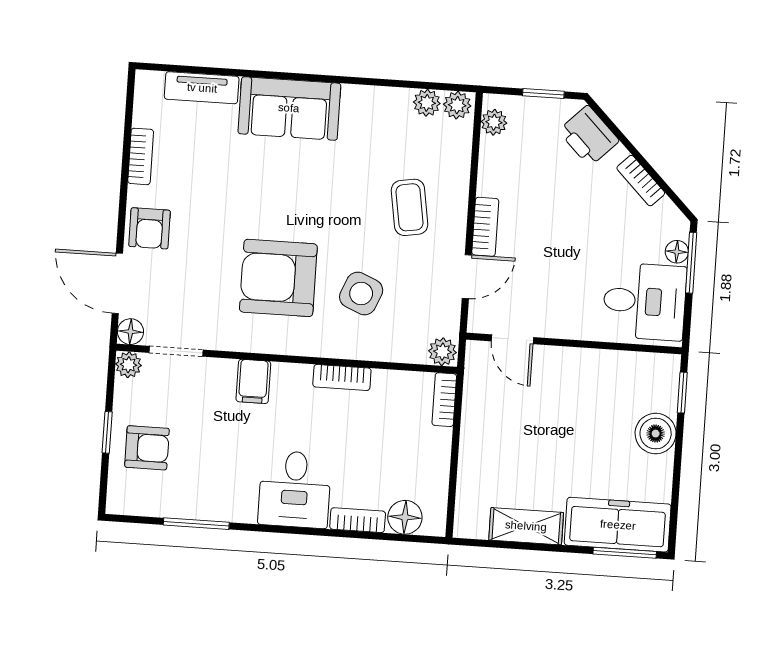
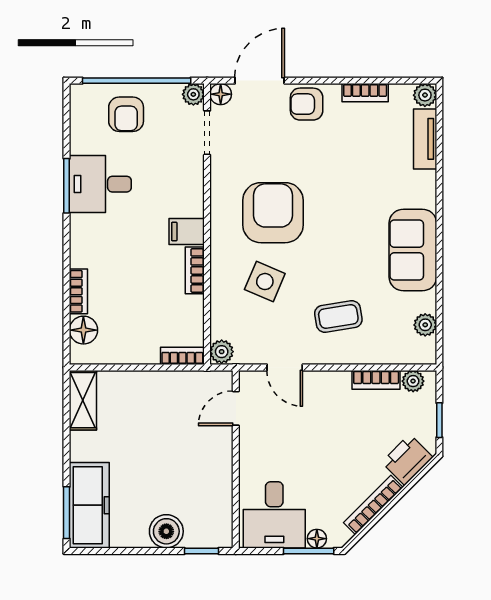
plant: (457, 105) -> (425, 95), moved
sofa: (289, 108) -> (413, 250), moved
bookcase: (641, 181) -> (373, 505), width x1.56
bookcase: (485, 227) -> (376, 380), moved
filing cabinet: (253, 381) -> (187, 231), moved
window: (107, 432) -> (137, 81), width x3.17
desk: (295, 489) -> (100, 184), moved
window: (196, 524) -> (67, 186), moved
shelving: (526, 526) -> (83, 400), moved

